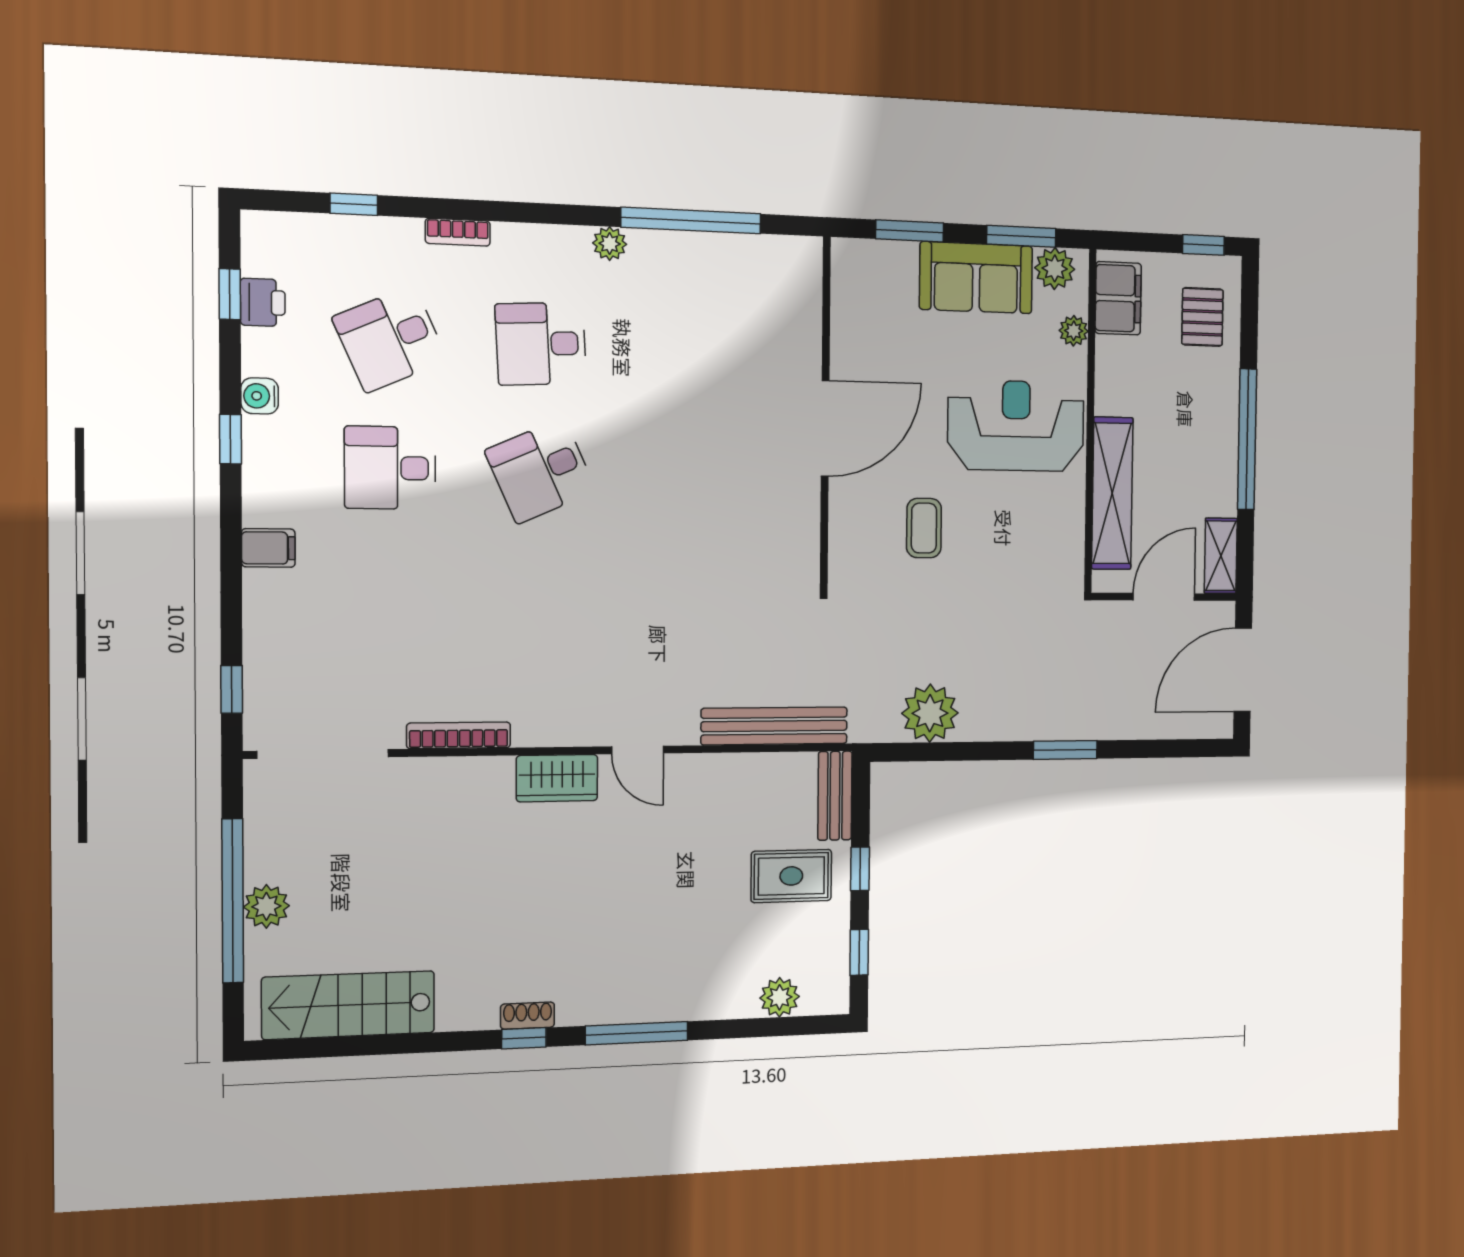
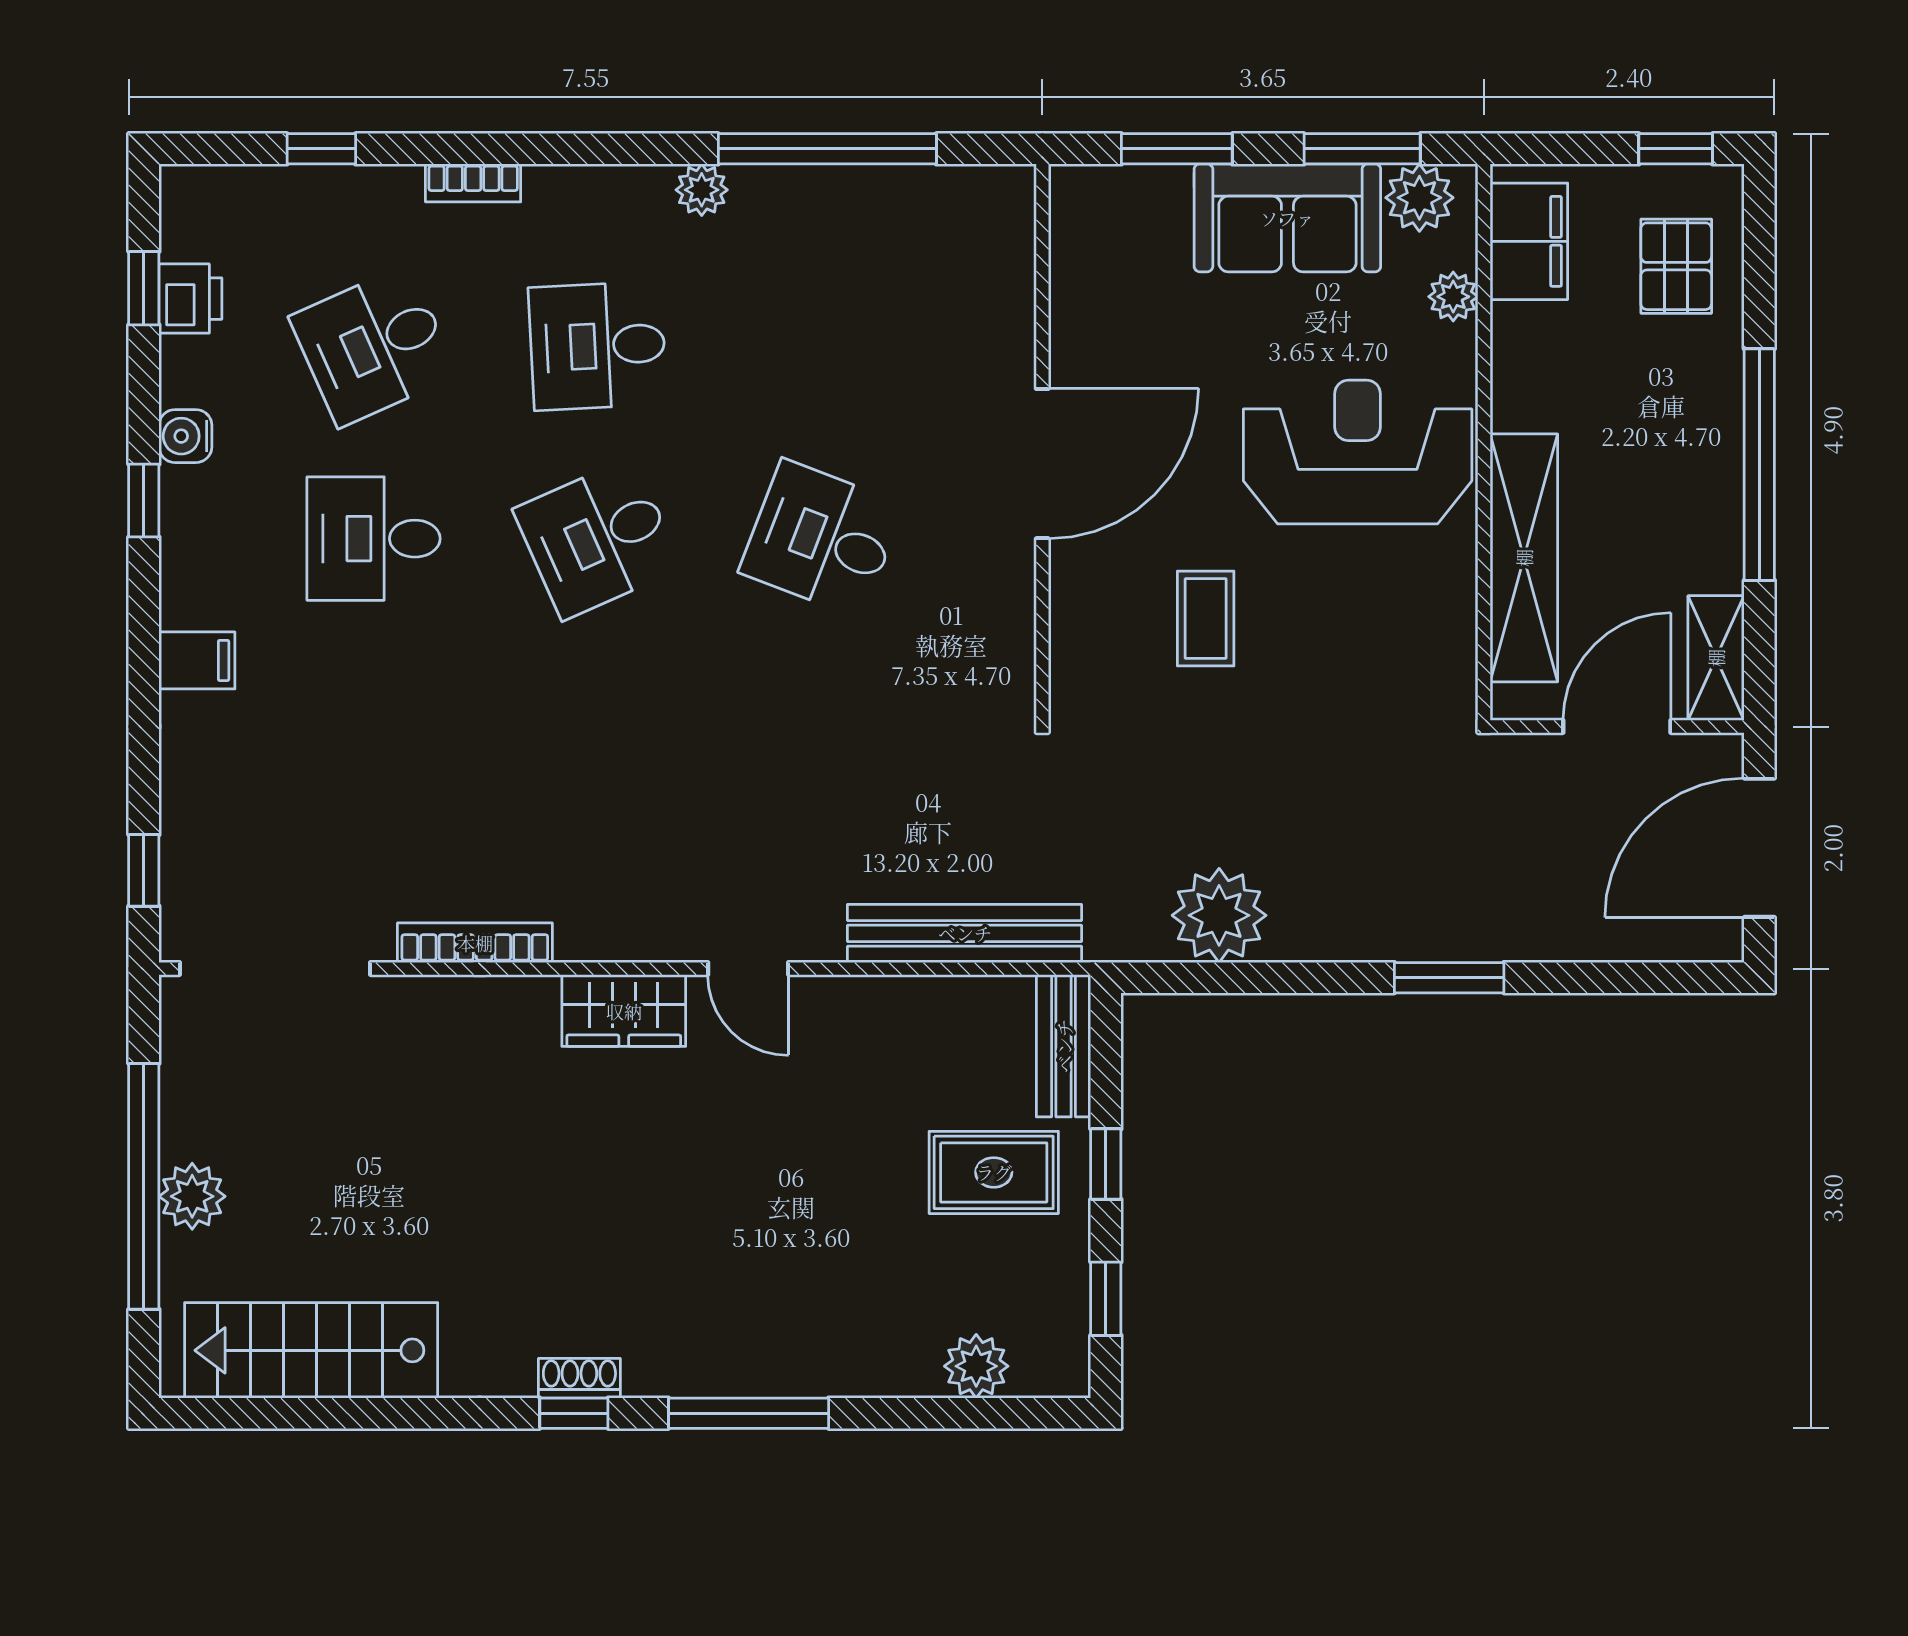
desk: (686, 473) -> (822, 539), added

